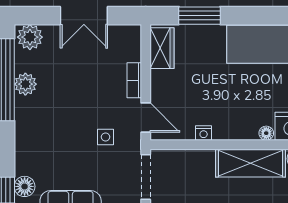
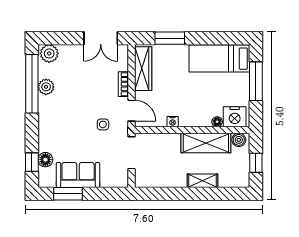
double door: (84, 16) -> (101, 38), moved
wardrobe: (162, 48) -> (143, 69), width x1.50

